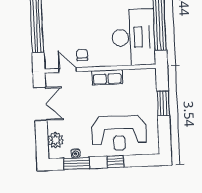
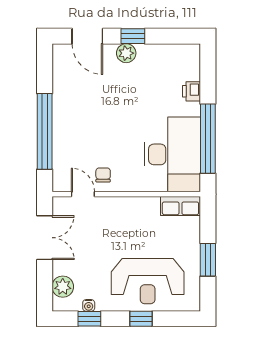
row of seats: (107, 77) -> (180, 206), moved
window: (163, 103) -> (208, 260), moved
window: (77, 163) -> (89, 319), width x0.67

